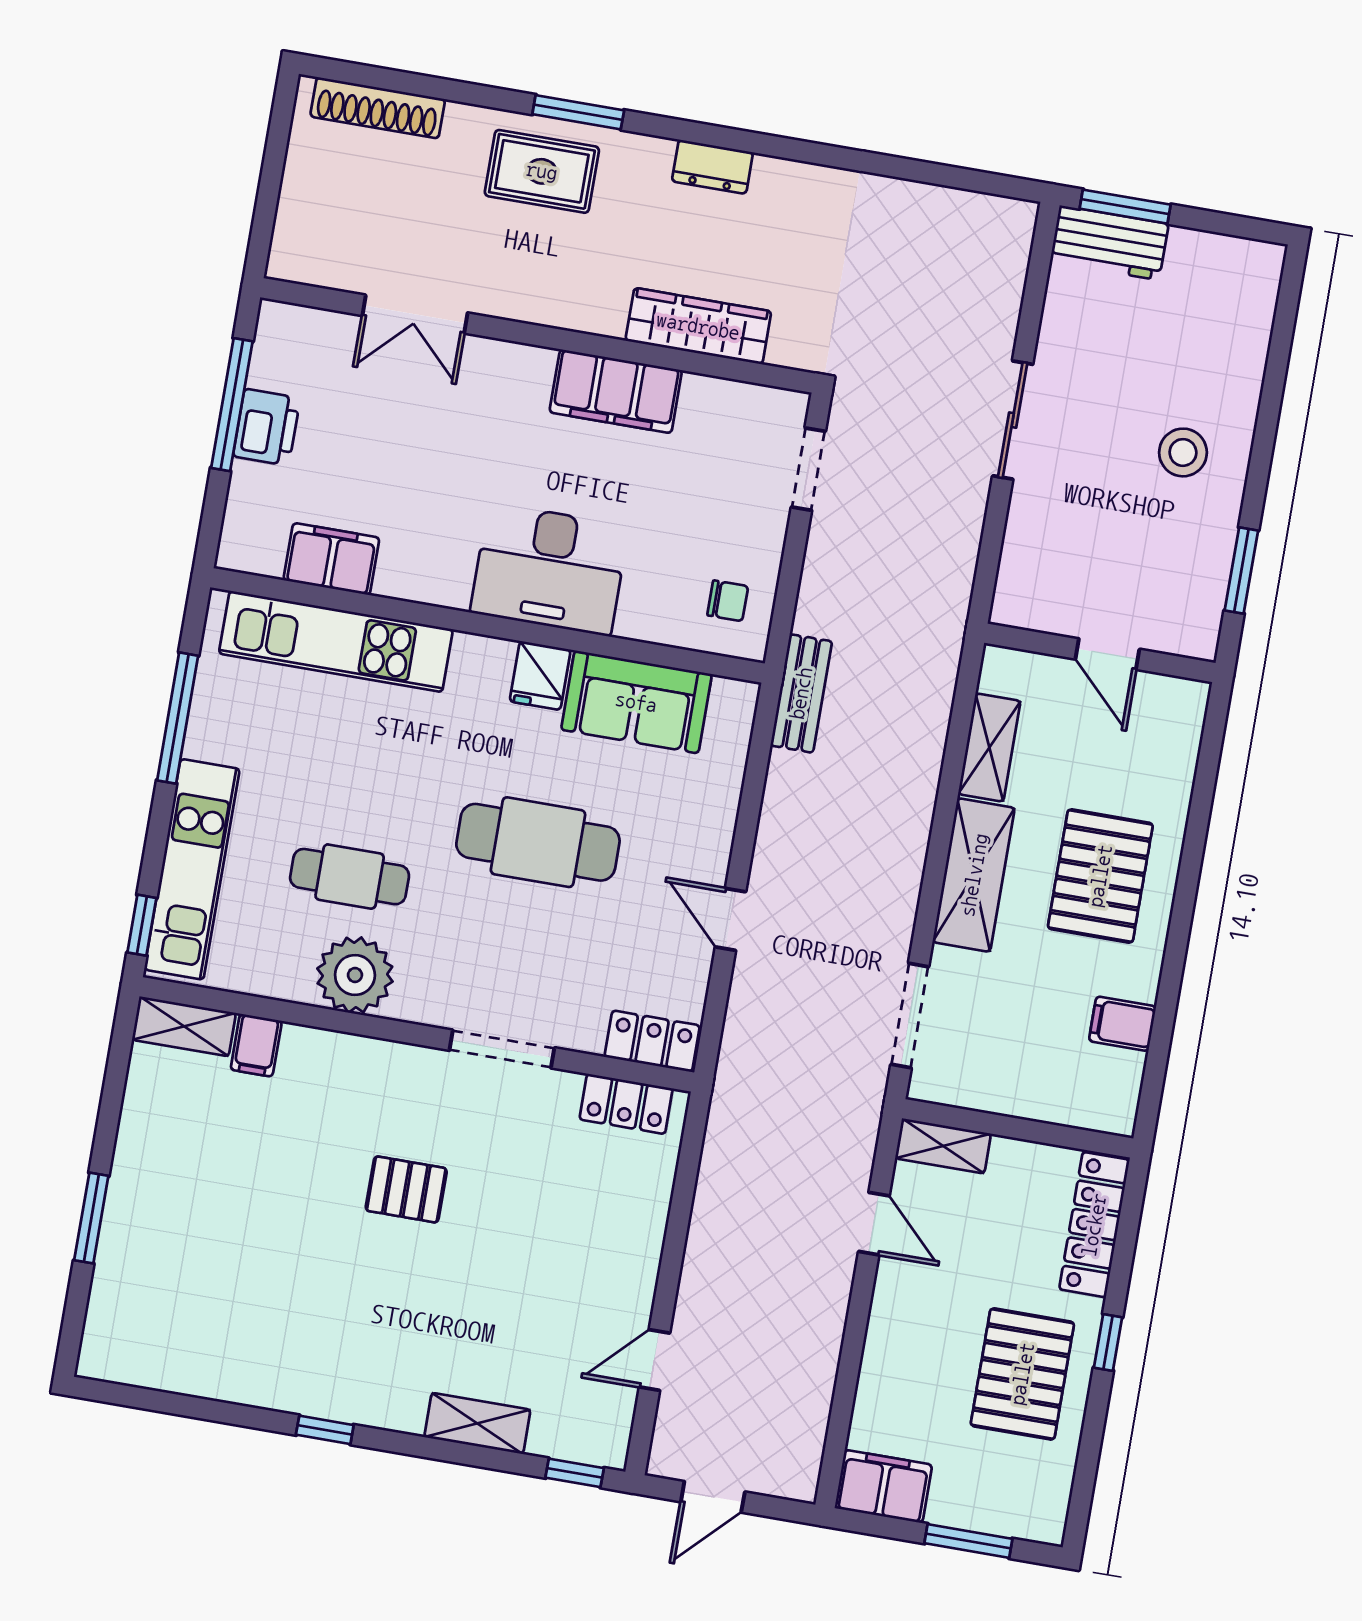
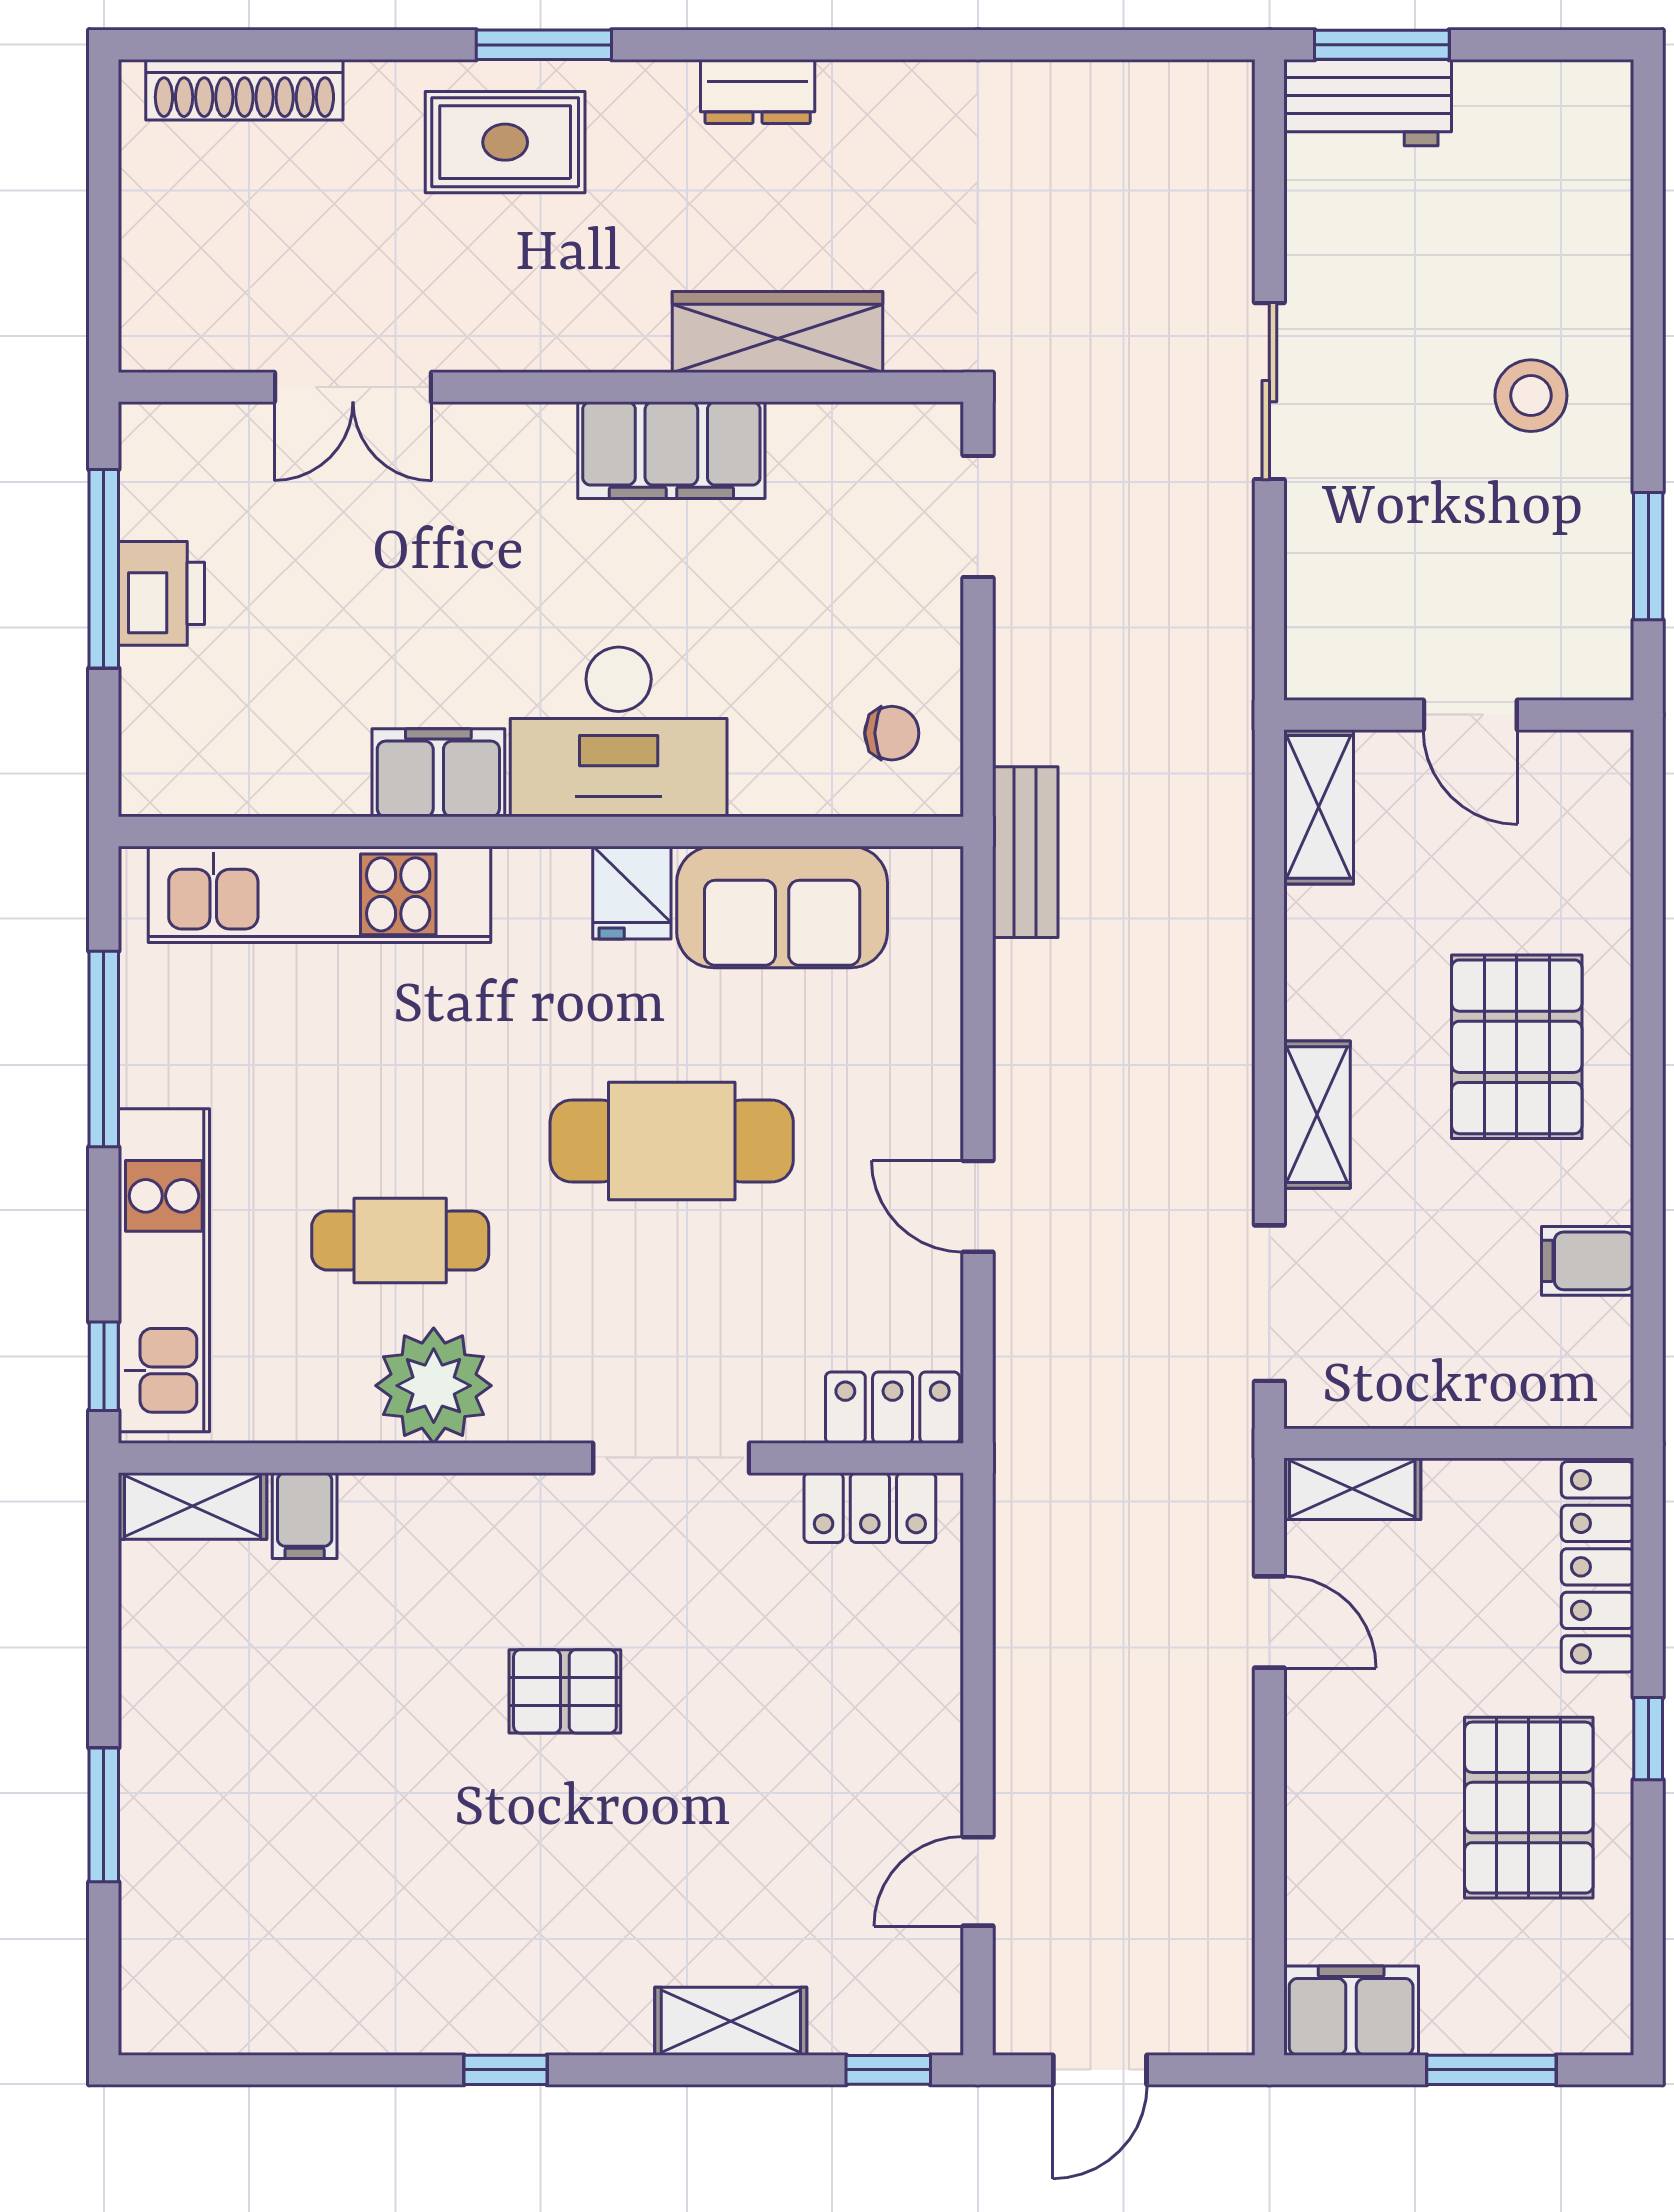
filing cabinet: (331, 559) -> (438, 773), moved
shelving: (989, 747) -> (1319, 807), moved
shelving: (974, 875) -> (1317, 1115), width x0.67, depth x0.75

